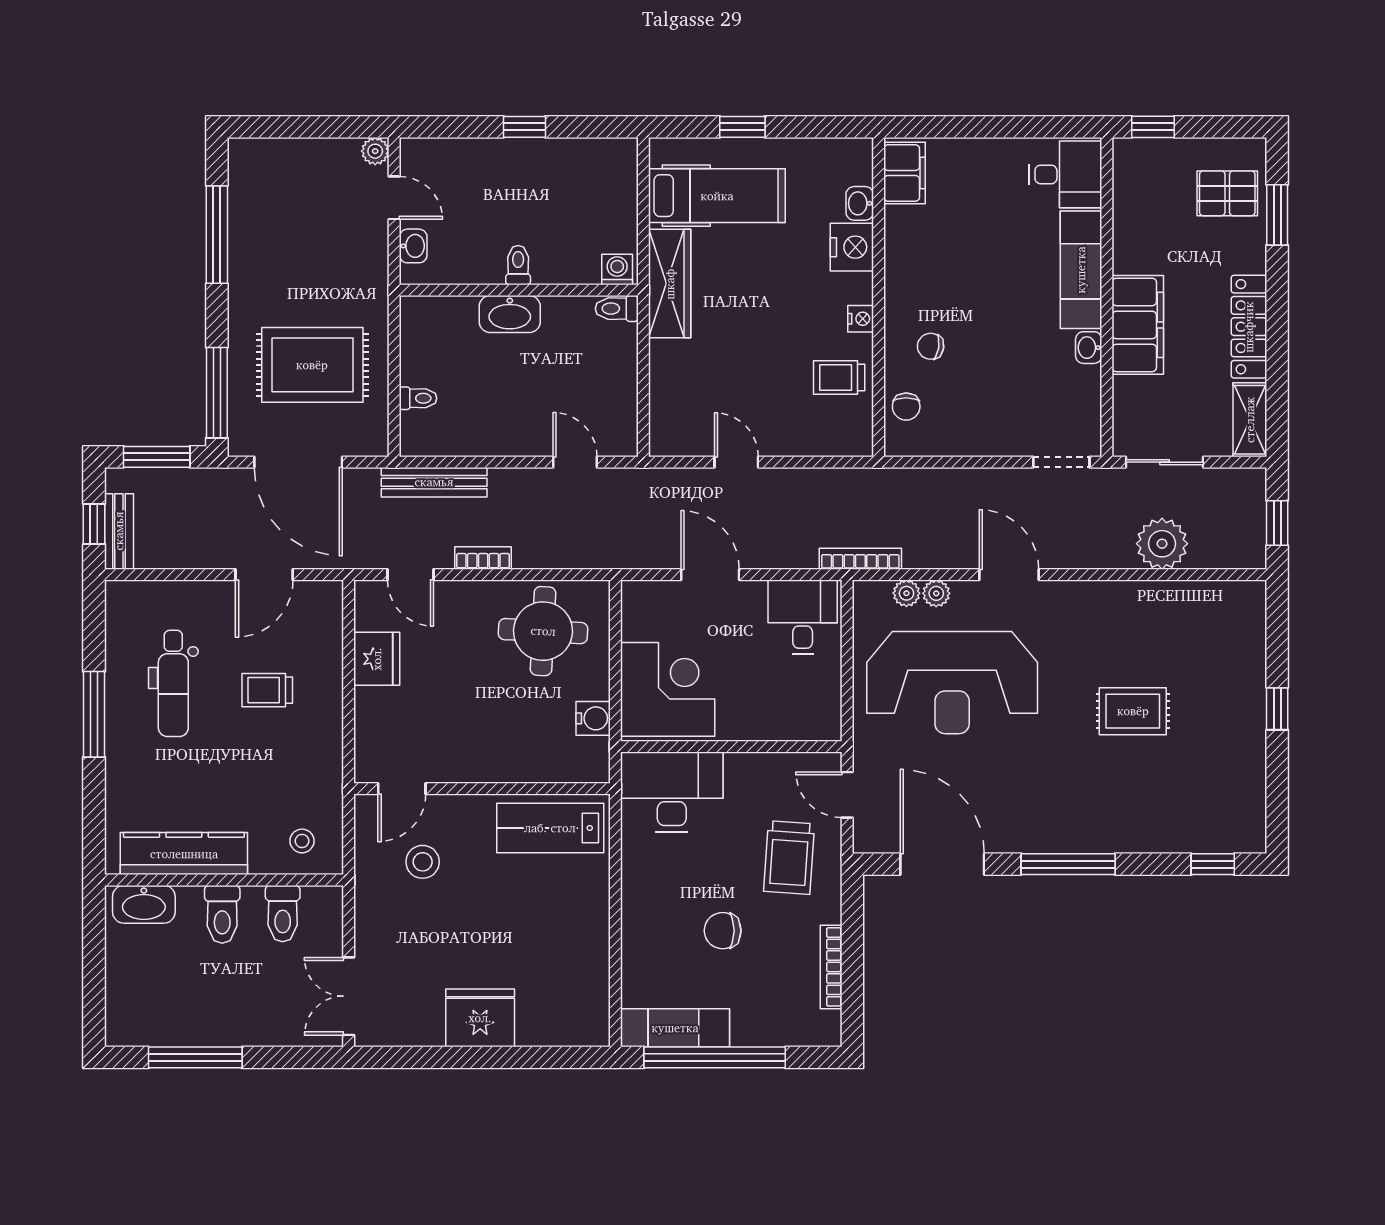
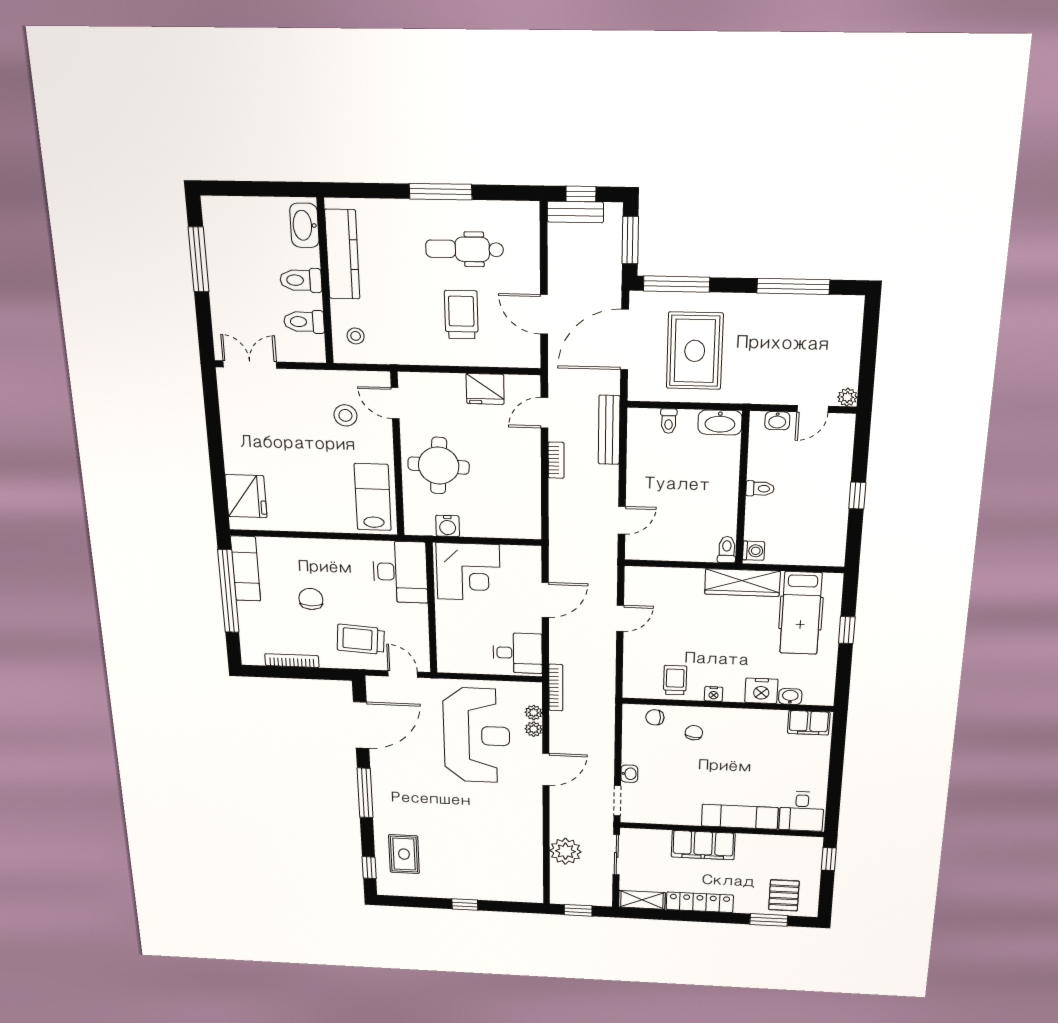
washbasin: (510, 314) -> (720, 422), moved, turned -90
washbasin: (1089, 348) -> (629, 774), moved, turned 90
round table: (543, 631) -> (439, 466), moved
reception desk: (952, 683) -> (477, 735), turned 180
trolley: (267, 690) -> (461, 315), width x1.36, depth x1.39
rug: (1133, 711) -> (404, 854), moved
door: (847, 795) -> (403, 674), hinge flipped
fridge: (480, 1018) -> (246, 496), moved

